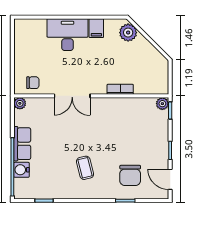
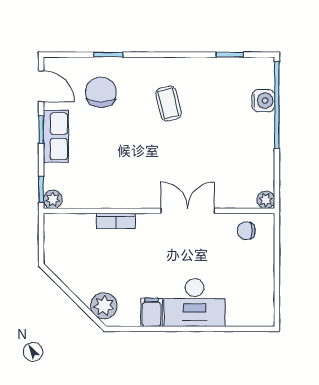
row of seats: (22, 144) -> (56, 136), moved, turned 180

